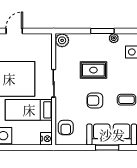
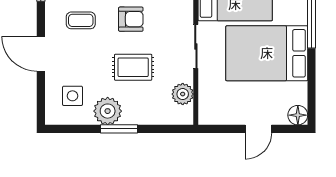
plant: (114, 38) -> (108, 111), width x1.88, depth x1.88
plant: (62, 40) -> (183, 94), moved

